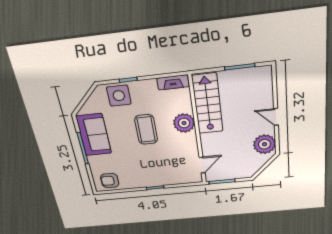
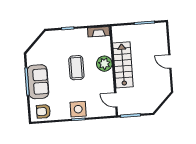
side table: (119, 96) -> (78, 109), moved
stairs: (208, 104) -> (123, 65), moved
sofa: (94, 135) -> (38, 82), moved
plant: (265, 144) -> (162, 84), removed
door: (202, 165) -> (116, 100), swing flipped

